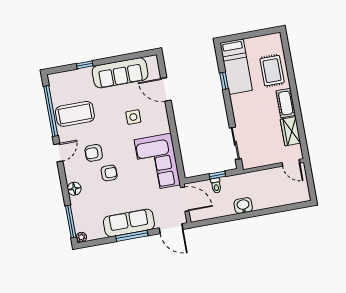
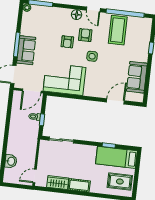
rug: (272, 71) -> (120, 182), moved
sofa: (120, 73) -> (137, 77), width x0.73
side table: (133, 117) -> (92, 56), moved
floor lamp: (74, 189) -> (77, 15), moved
washbasin: (243, 206) -> (11, 161), moved
sofa: (129, 223) -> (26, 50), width x0.73

